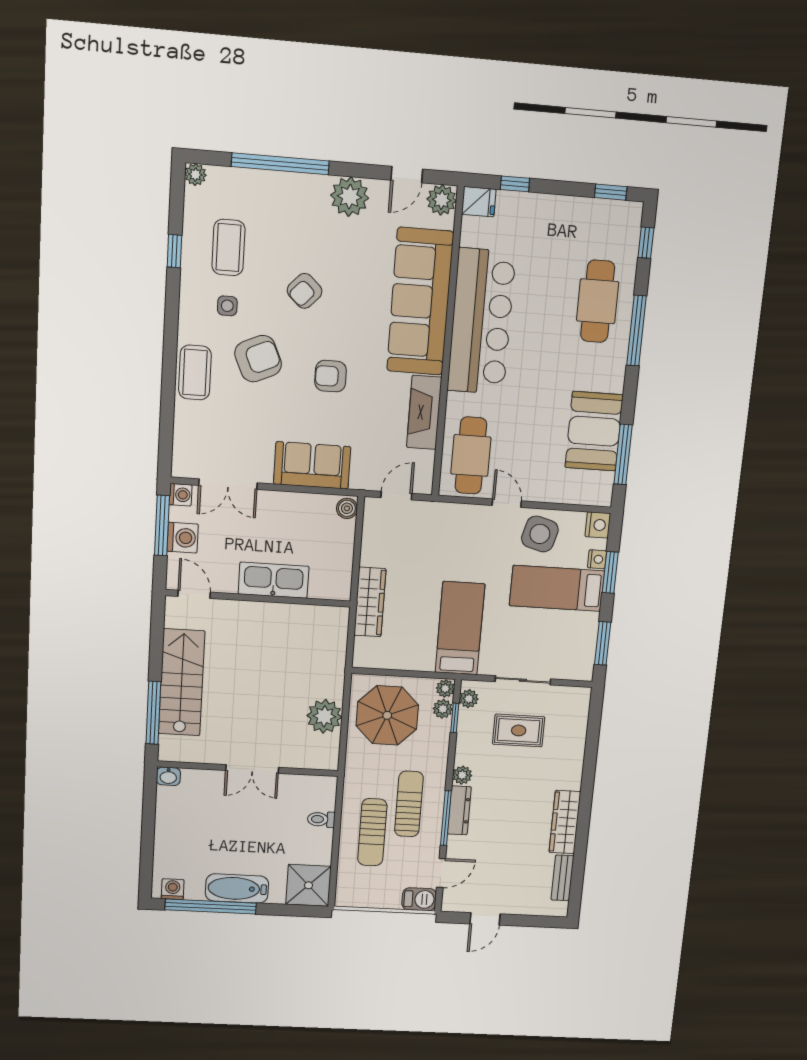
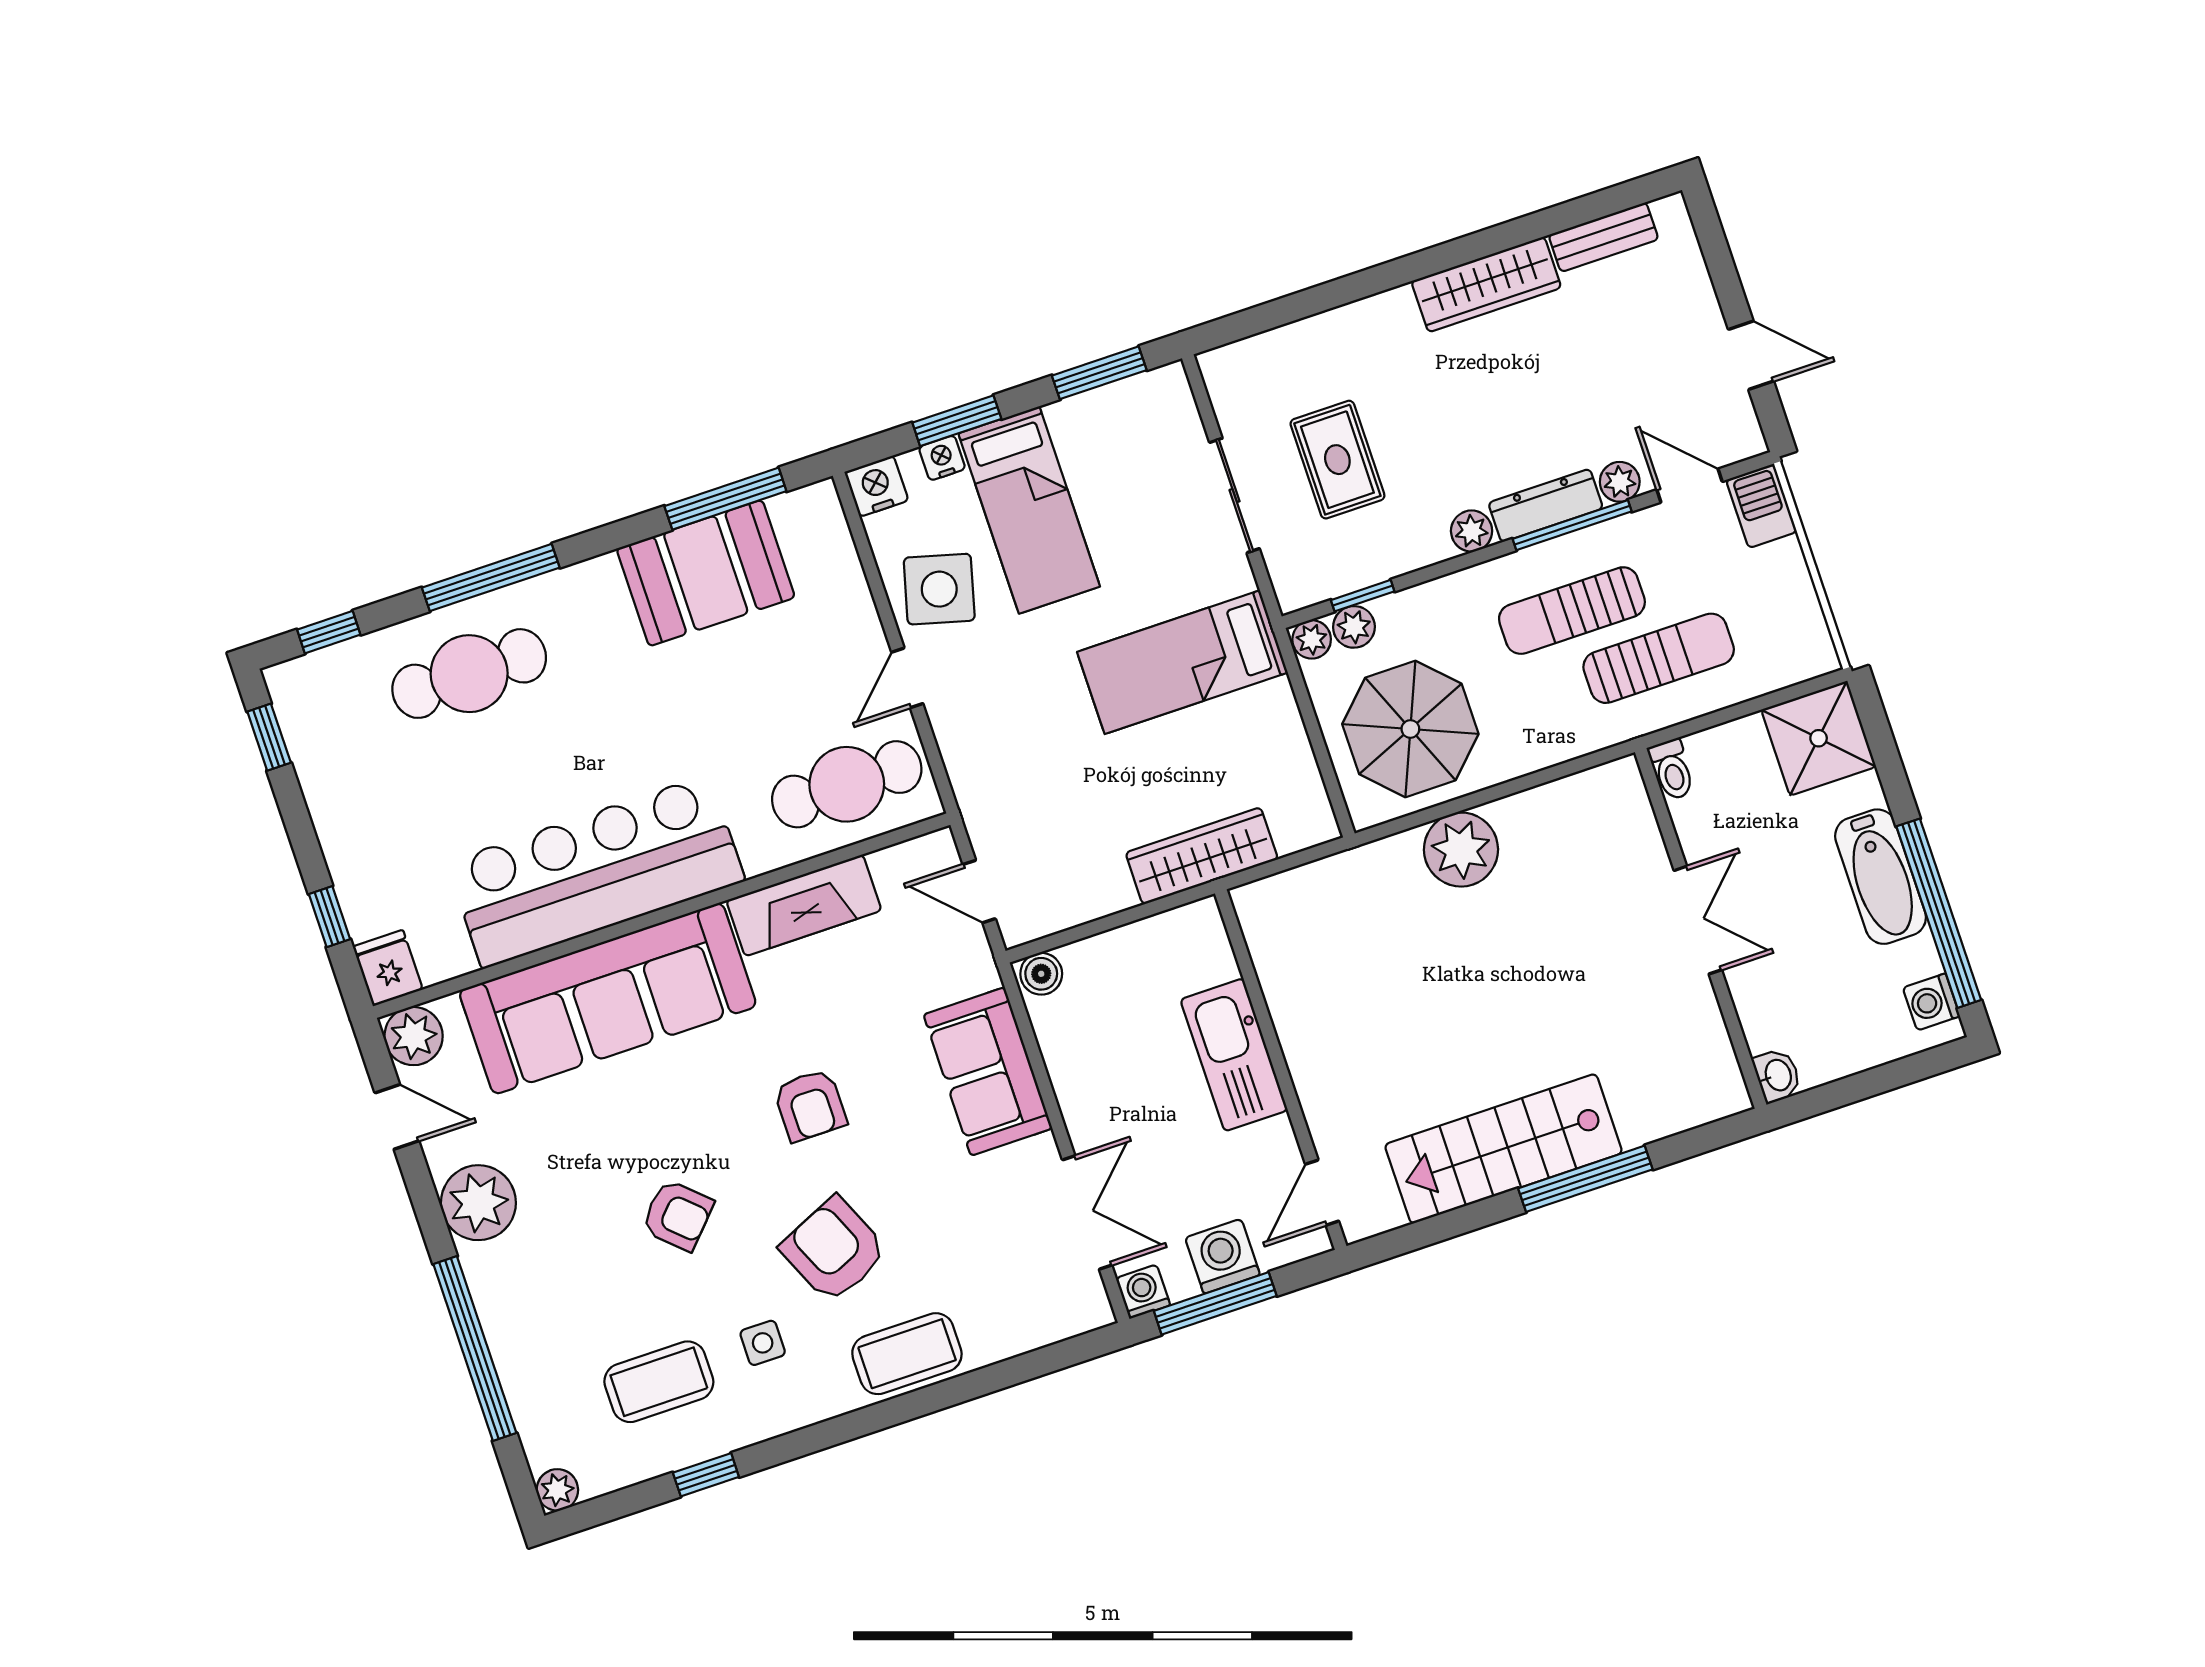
plant: (469, 699) -> (1620, 482), moved
wall: (248, 769) -> (1701, 928), moved
double door: (252, 769) -> (1698, 920), moved
washbasin: (168, 776) -> (1777, 1075), moved

